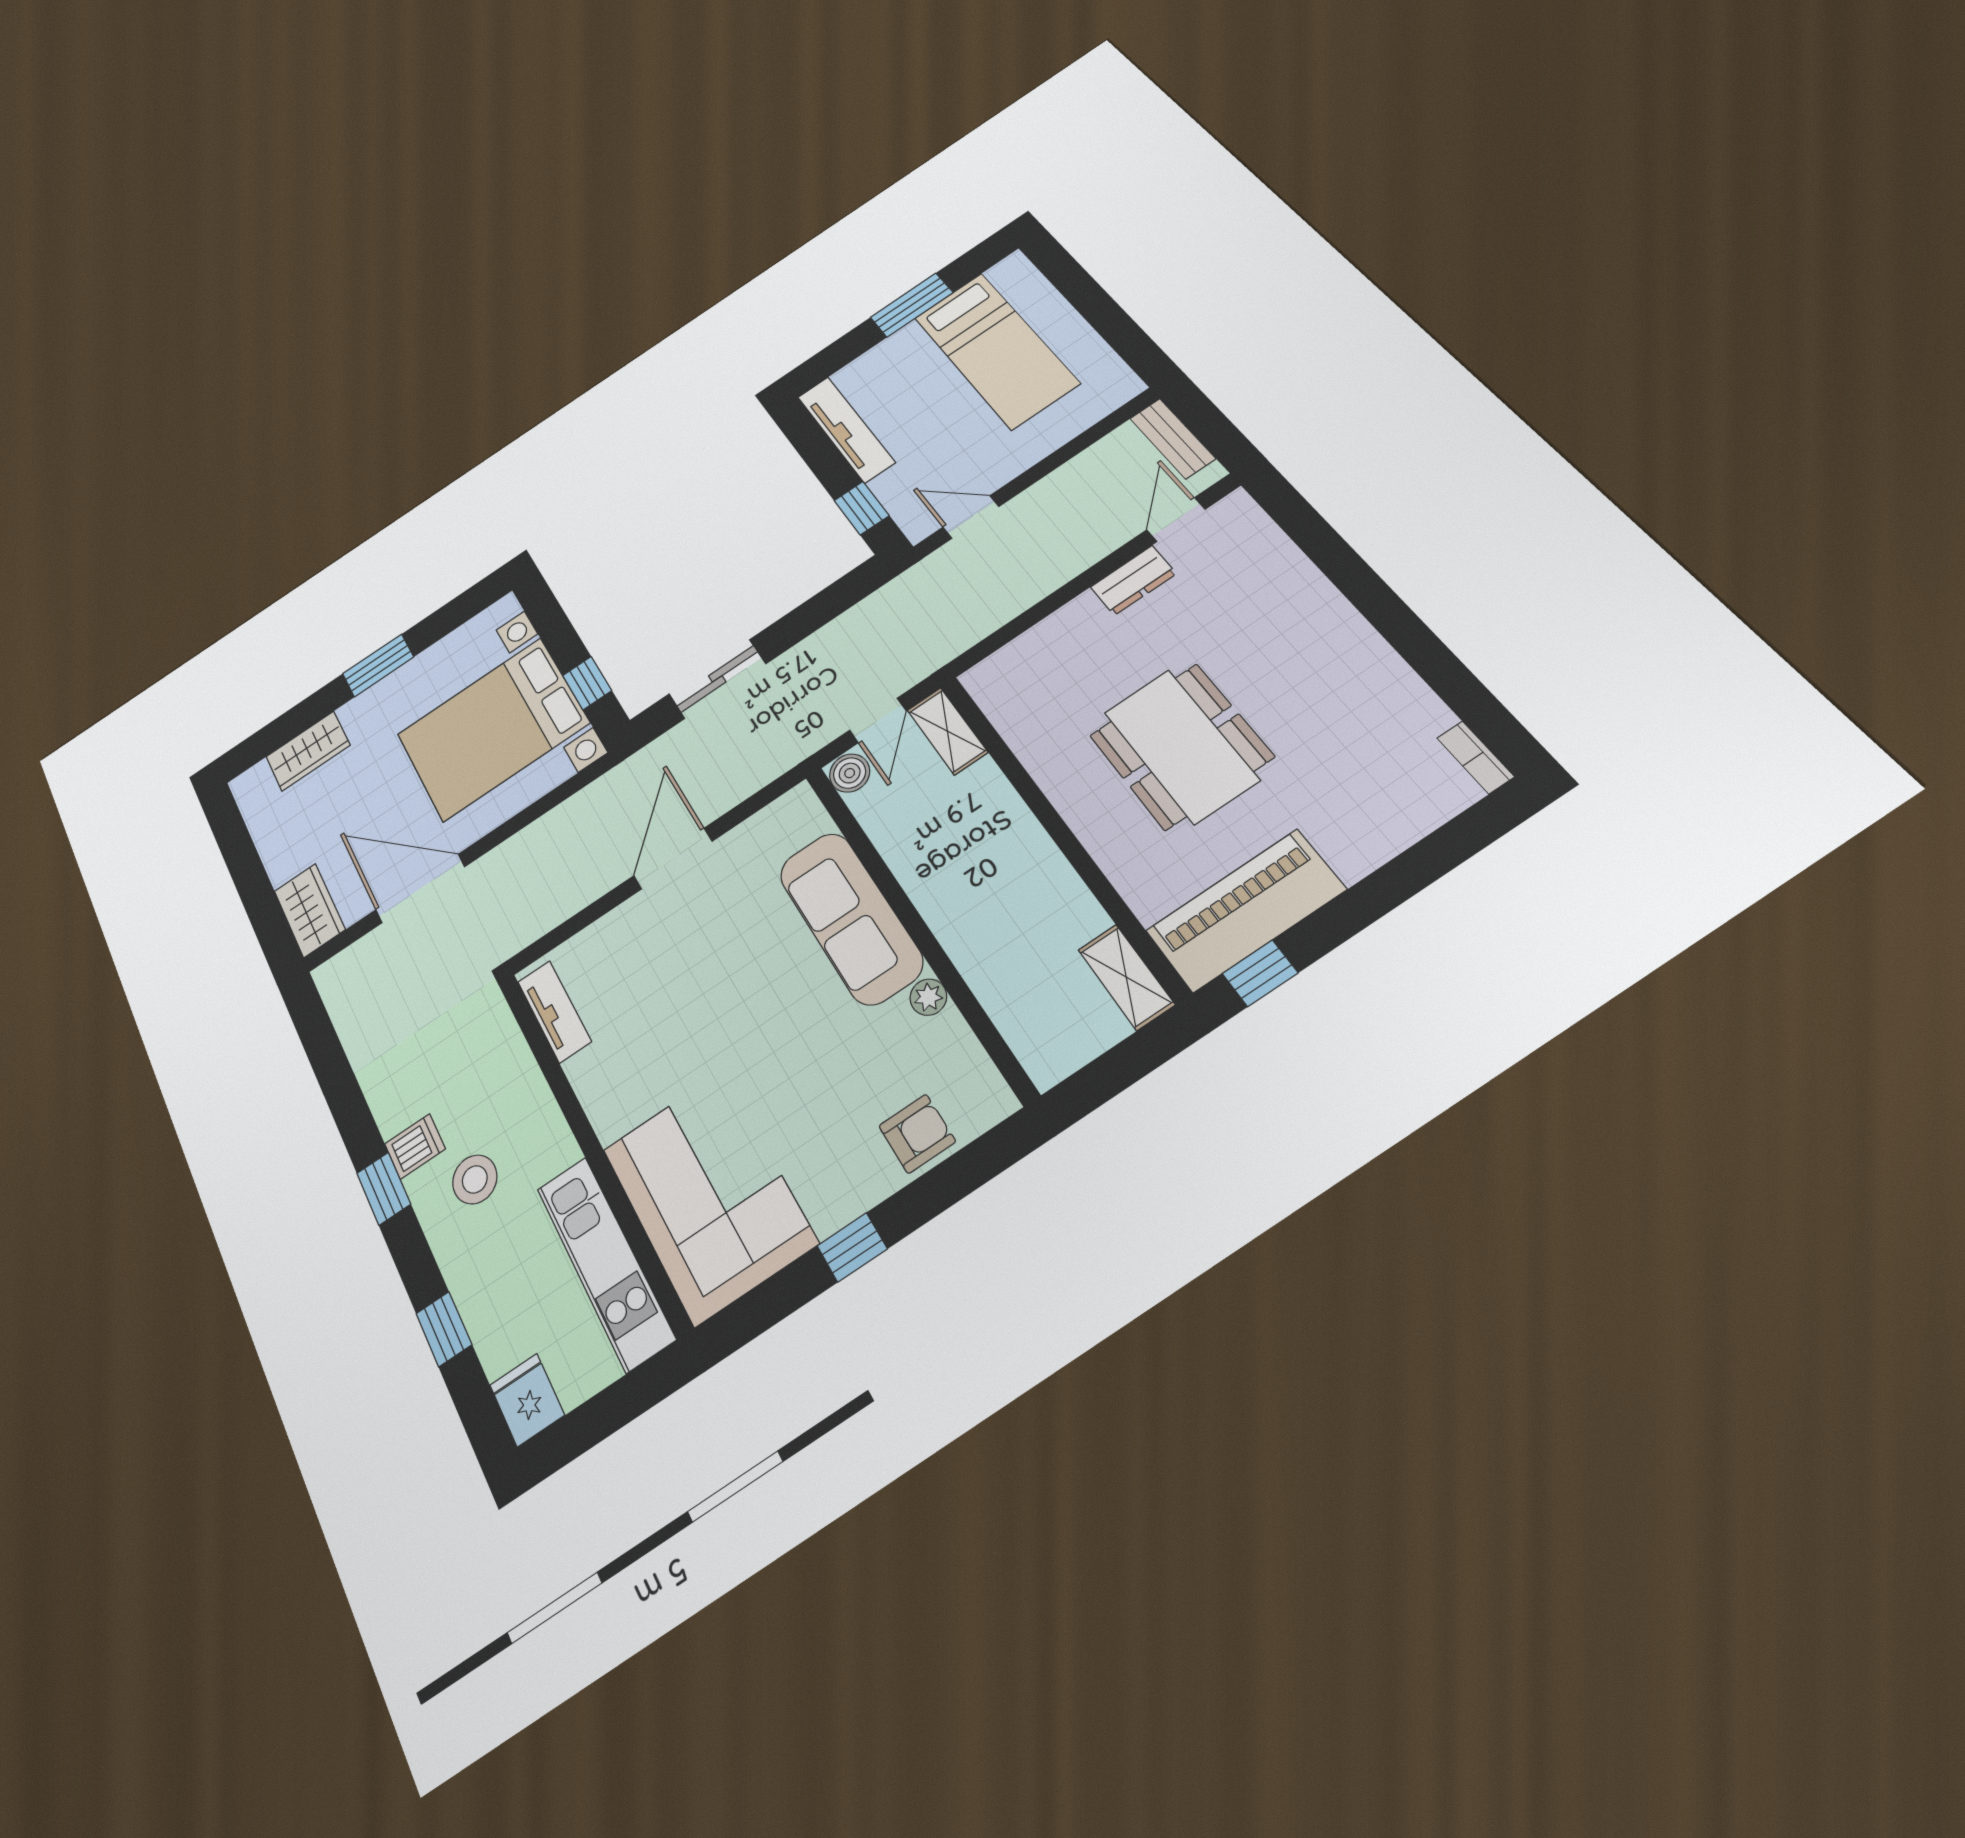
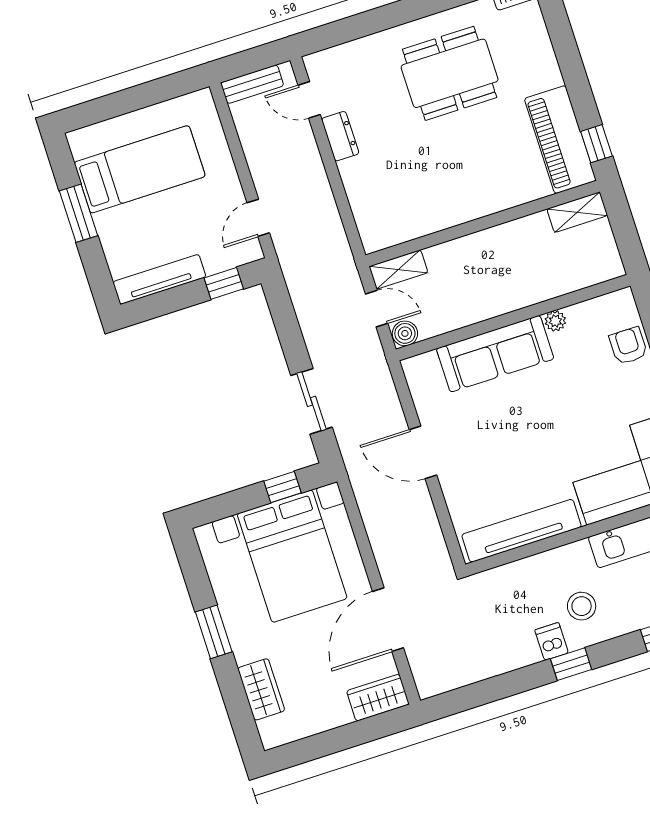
dining table: (1181, 746) -> (450, 73), moved
tv unit: (554, 1011) -> (521, 531), width x1.92, depth x1.29

